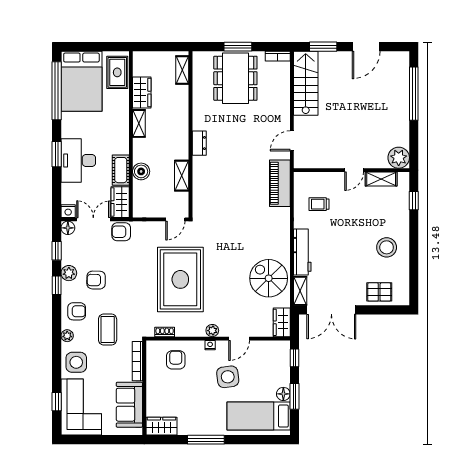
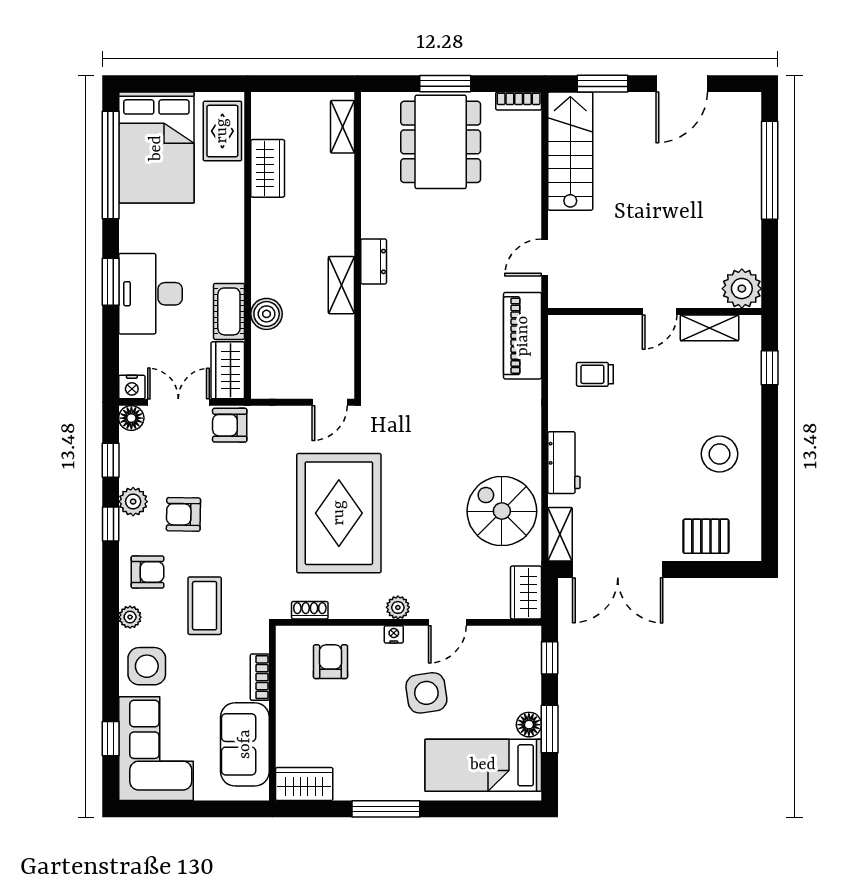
shelving: (139, 123) -> (262, 225), removed
shelving: (182, 176) -> (341, 285), moved
workbench: (302, 252) -> (564, 463), width x0.73
bookcase: (137, 361) -> (260, 677), width x0.64

